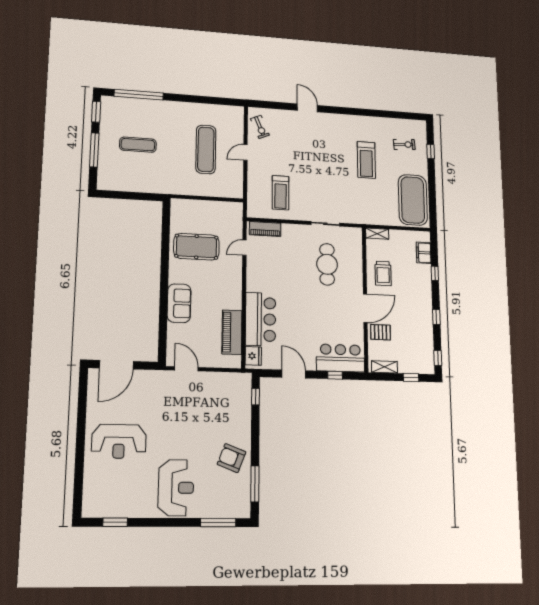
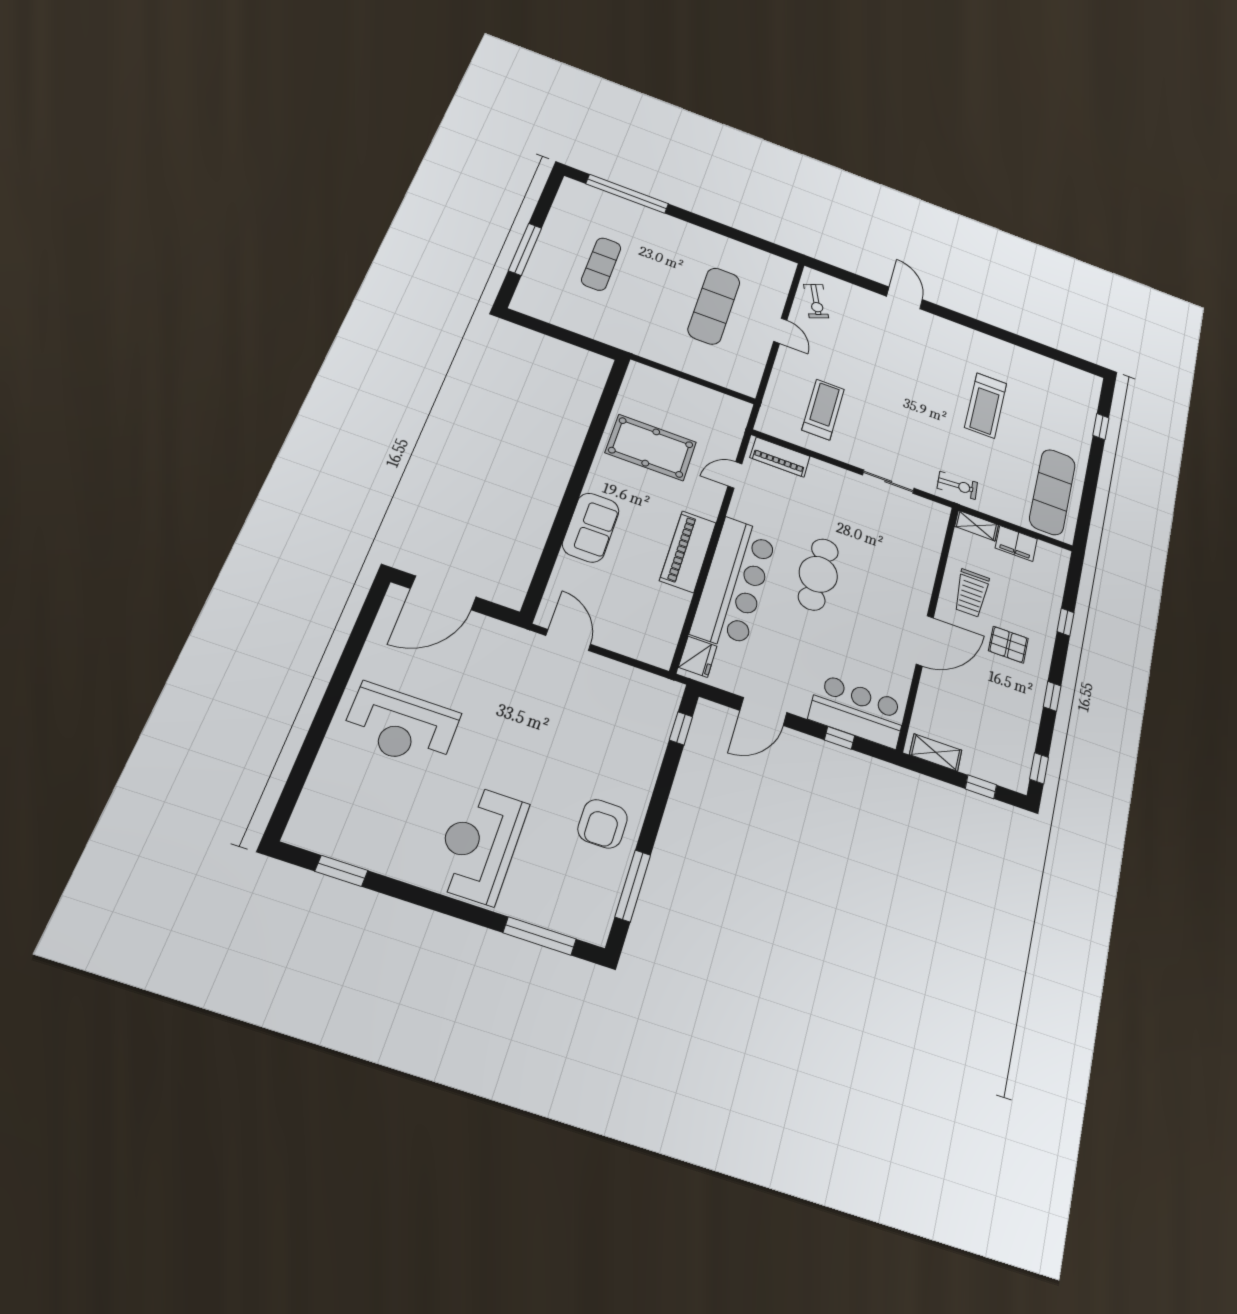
window: (96, 112) -> (548, 196), removed
exercise mat: (138, 145) -> (601, 264), turned 90
exercise bike: (404, 145) -> (957, 485), moved
door: (245, 152) -> (780, 331), swing flipped
treadmill: (281, 193) -> (823, 410), turned 180
exercise mat: (413, 200) -> (1052, 492), width x0.68
filing cabinet: (424, 253) -> (1016, 543), moved, turned -90
cafe table: (327, 264) -> (818, 574), moved
bar counter: (261, 319) -> (734, 584), width x1.36
piano: (232, 332) -> (688, 551), moved
pallet: (381, 332) -> (1008, 645), moved
door: (294, 374) -> (763, 711), swing flipped
armchair: (232, 458) -> (603, 824), turned -111
reception desk: (176, 488) -> (480, 844), turned 180

